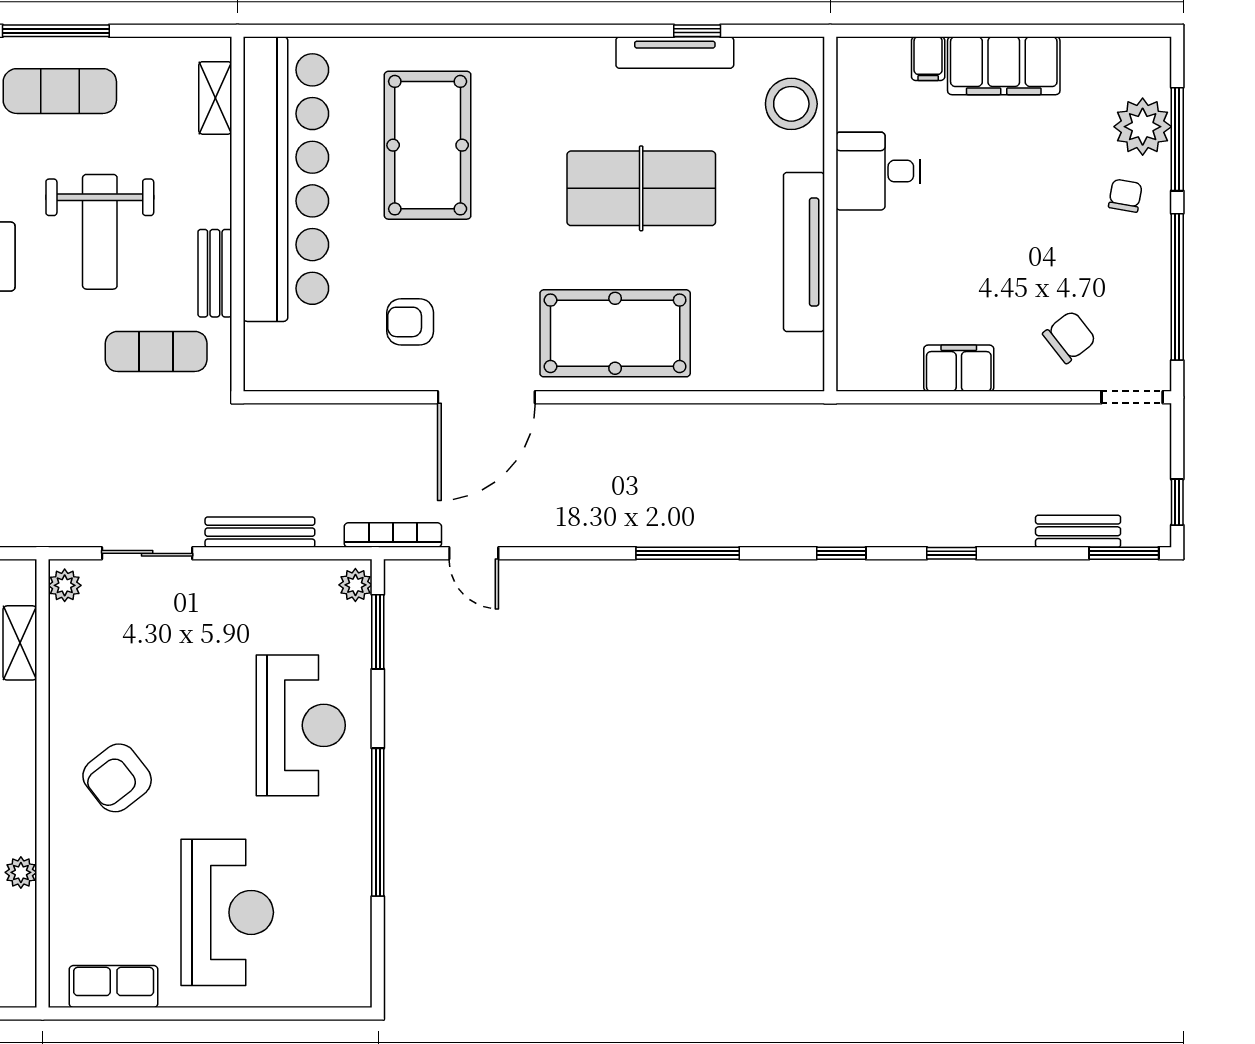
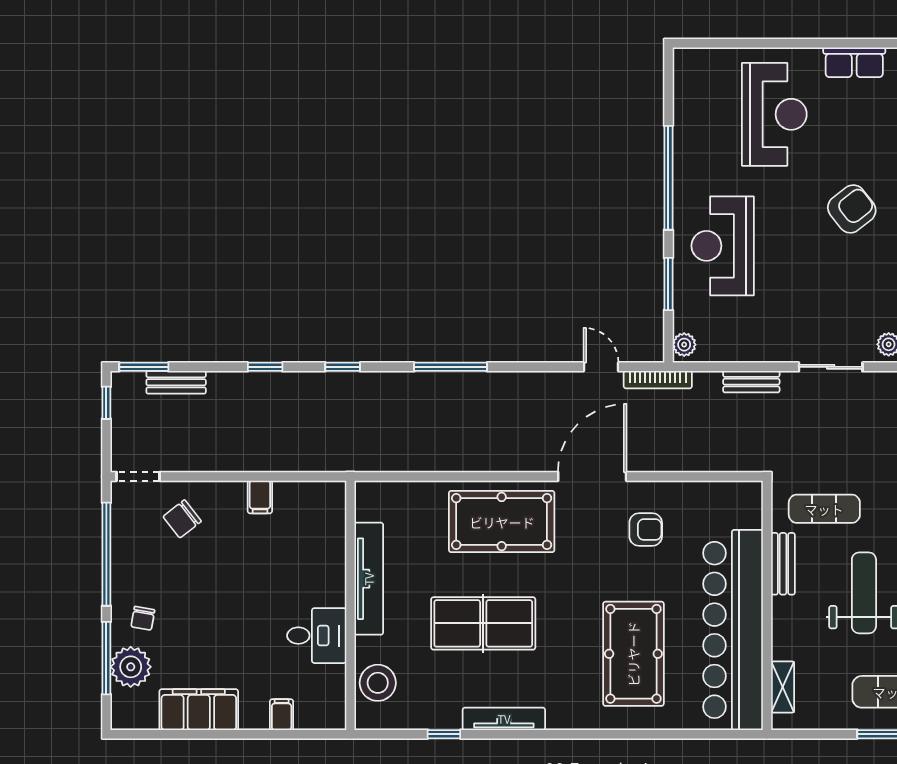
tv unit: (675, 53) -> (504, 719), moved
filing cabinet: (1004, 66) -> (199, 710), moved
filing cabinet: (959, 368) -> (260, 497), width x0.50
bench: (260, 532) -> (751, 382), width x0.73
window: (378, 632) -> (668, 284), moved
reception desk: (227, 912) -> (774, 114), turned 180

